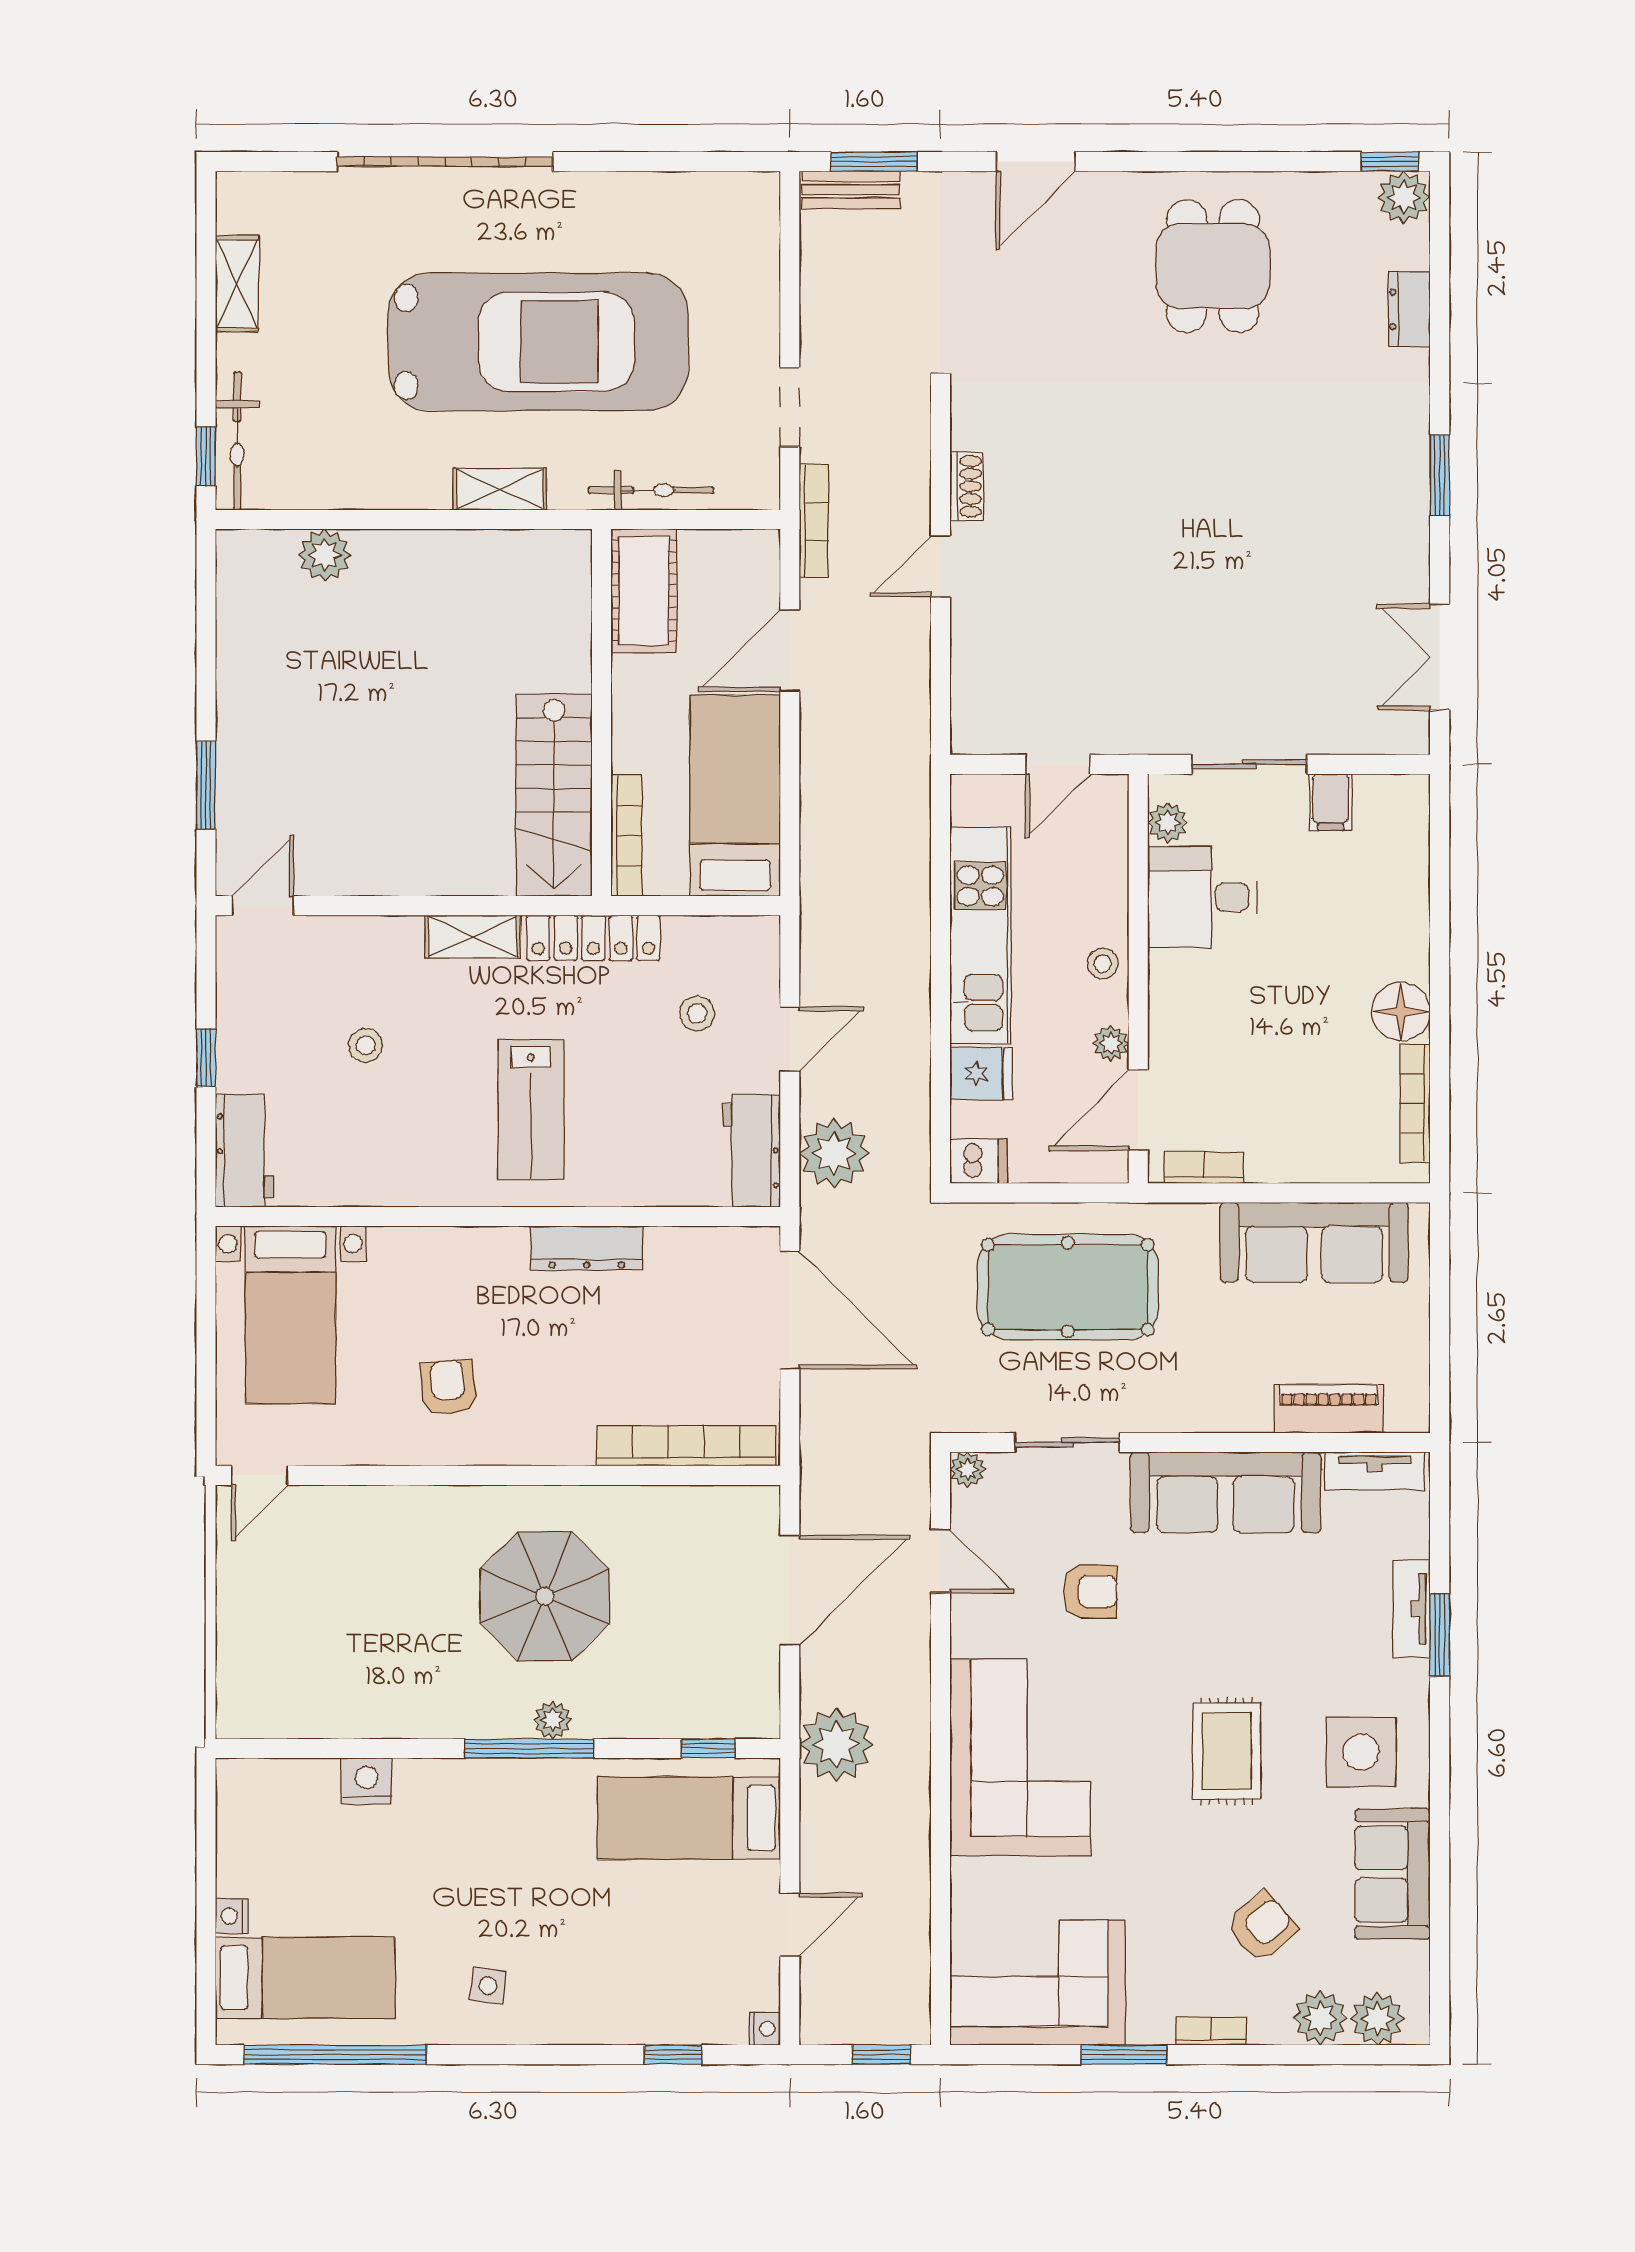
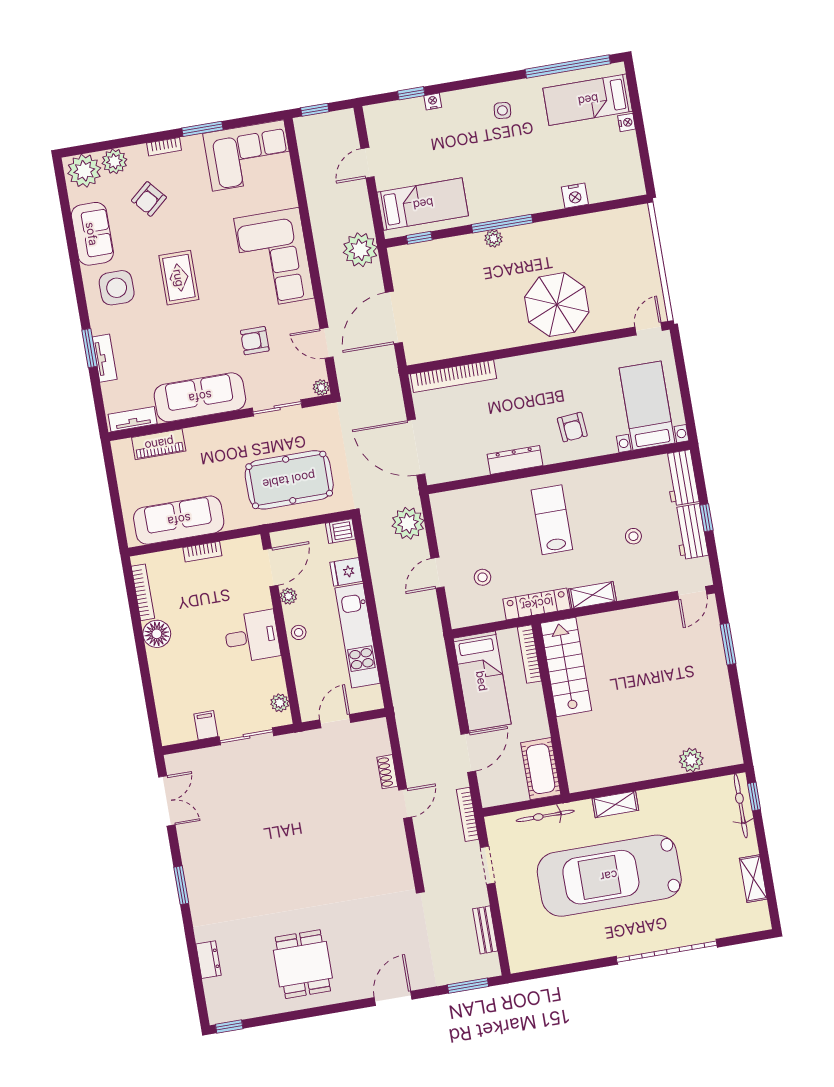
bench: (851, 190) -> (485, 930), moved, turned 90
plant: (1404, 197) -> (220, 1011), removed
shoe rack: (967, 486) -> (387, 772), moved
desk: (1202, 897) -> (252, 637), moved
workbench: (751, 1151) -> (690, 532), moved, turned 180
bookcase: (1204, 1168) -> (202, 552), moved
armchair: (448, 1388) -> (572, 427), moved
parasol: (545, 1596) -> (557, 305), moved
plant: (1378, 2019) -> (84, 171), width x1.36, depth x1.36
nightstand: (765, 2029) -> (433, 101), moved, turned 90

